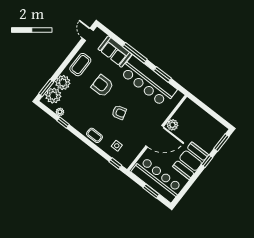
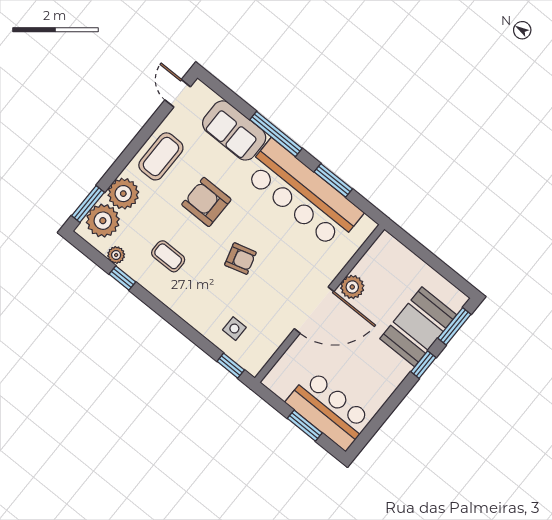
coffee table: (94, 135) -> (168, 256), moved
booth: (191, 161) -> (418, 327), moved
bar counter: (157, 179) -> (329, 410), width x0.73

